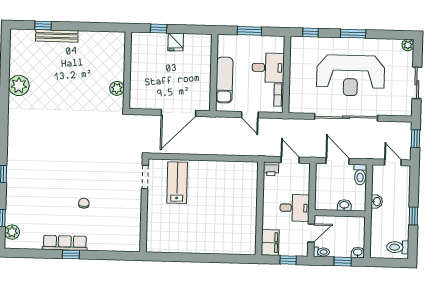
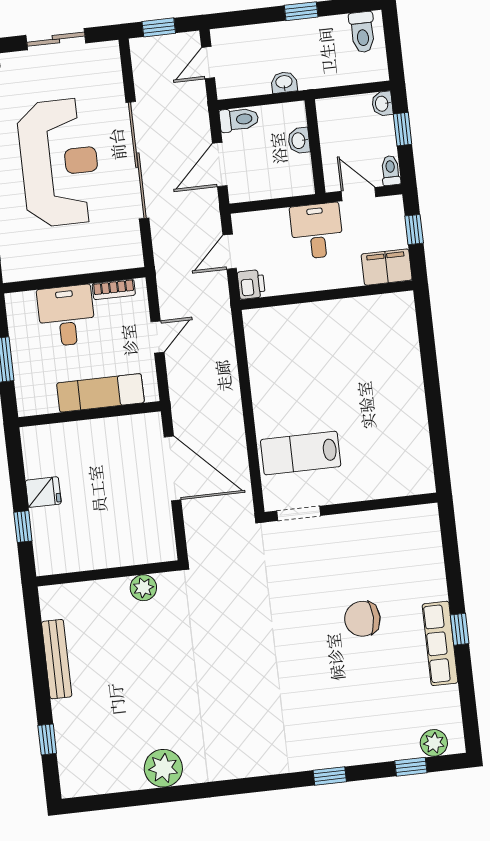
bench: (57, 36) -> (57, 659), moved
chair: (84, 203) -> (362, 619), width x1.87, depth x1.87

